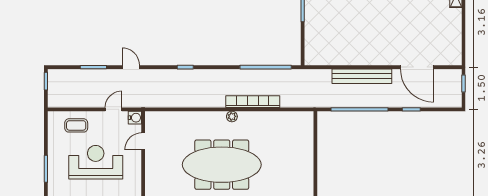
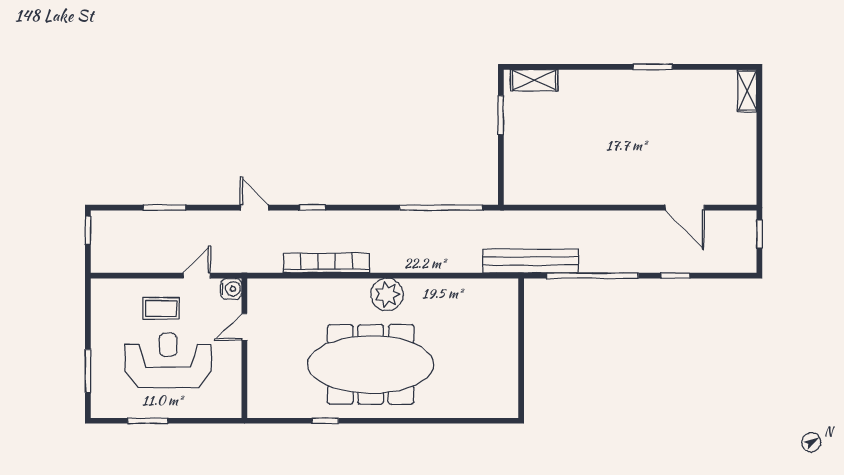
door: (131, 67) -> (255, 208), moved
door: (417, 67) -> (685, 208), width x0.73
bench: (362, 76) -> (530, 261), moved
bookcase: (253, 102) -> (327, 263), moved
plant: (232, 116) -> (387, 294), width x1.87, depth x1.87
coffee table: (76, 125) -> (161, 308), moved

